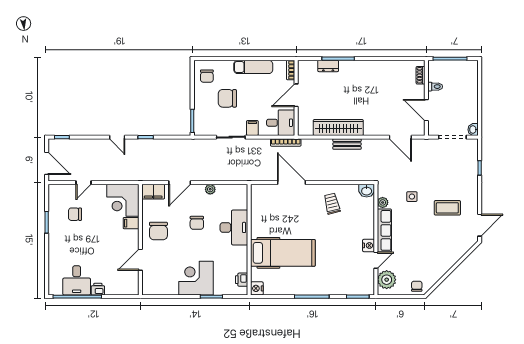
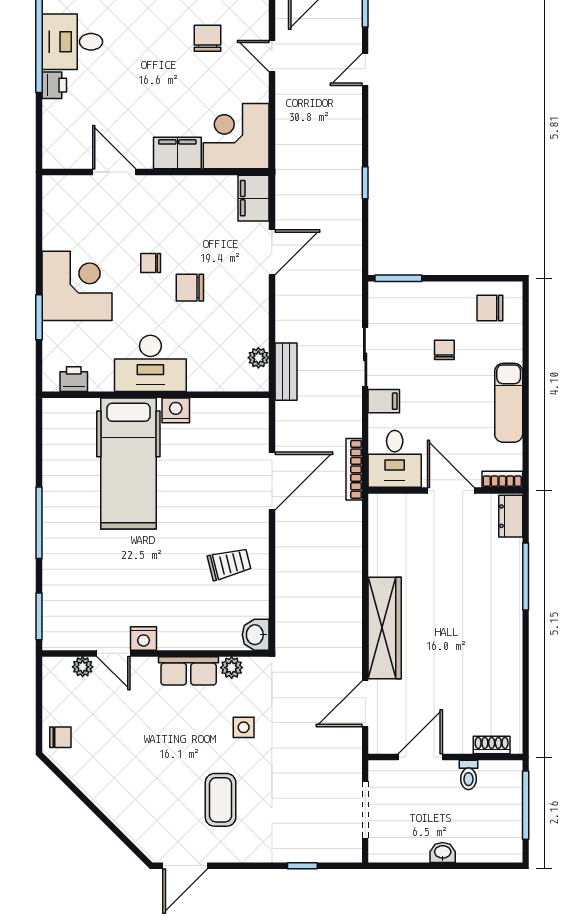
dresser: (328, 66) -> (511, 516), moved
chair: (227, 98) -> (444, 350), width x0.54, depth x0.54
wardrobe: (338, 128) -> (385, 628), moved
washbasin: (473, 130) -> (443, 852), moved
door: (117, 137) -> (365, 69), moved
bench: (347, 144) -> (286, 372), moved
door: (180, 183) -> (272, 252), swing flipped
plant: (210, 189) -> (258, 358), moved
filing cabinet: (131, 223) -> (177, 153), width x2.00
door: (480, 225) -> (185, 866), hinge flipped
desk: (234, 227) -> (150, 363), moved
row of seats: (384, 230) -> (189, 671), width x0.68
chair: (158, 231) -> (151, 263), moved, width x0.54, depth x0.54
plant: (387, 280) -> (83, 667), width x0.53, depth x0.53
nightstand: (257, 288) -> (176, 410), moved

